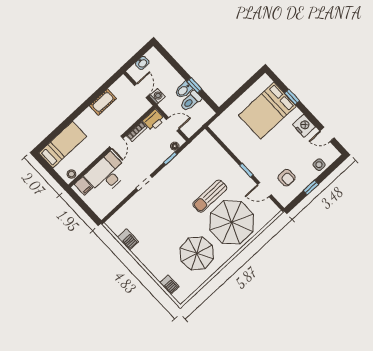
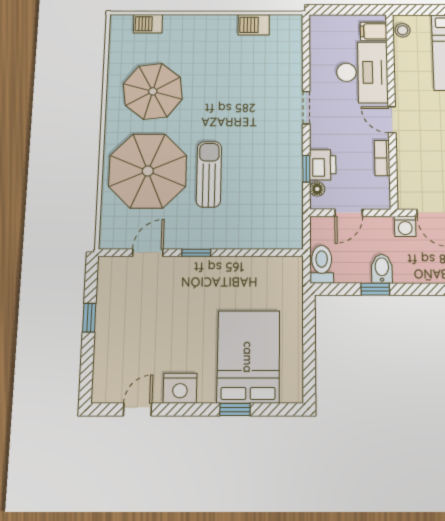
toilet: (191, 101) -> (322, 264), moved
printer: (154, 120) -> (323, 165), moved, turned 180
side table: (319, 165) -> (108, 358), removed
armchair: (287, 178) -> (134, 297), removed

